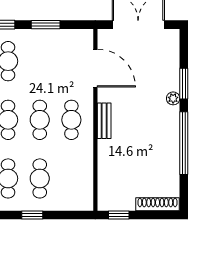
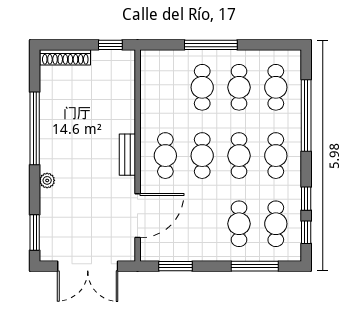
window: (46, 25) -> (176, 266), moved
door: (95, 68) -> (138, 216), swing flipped
window: (184, 84) -> (35, 232), moved
window: (32, 215) -> (211, 45), width x2.17

